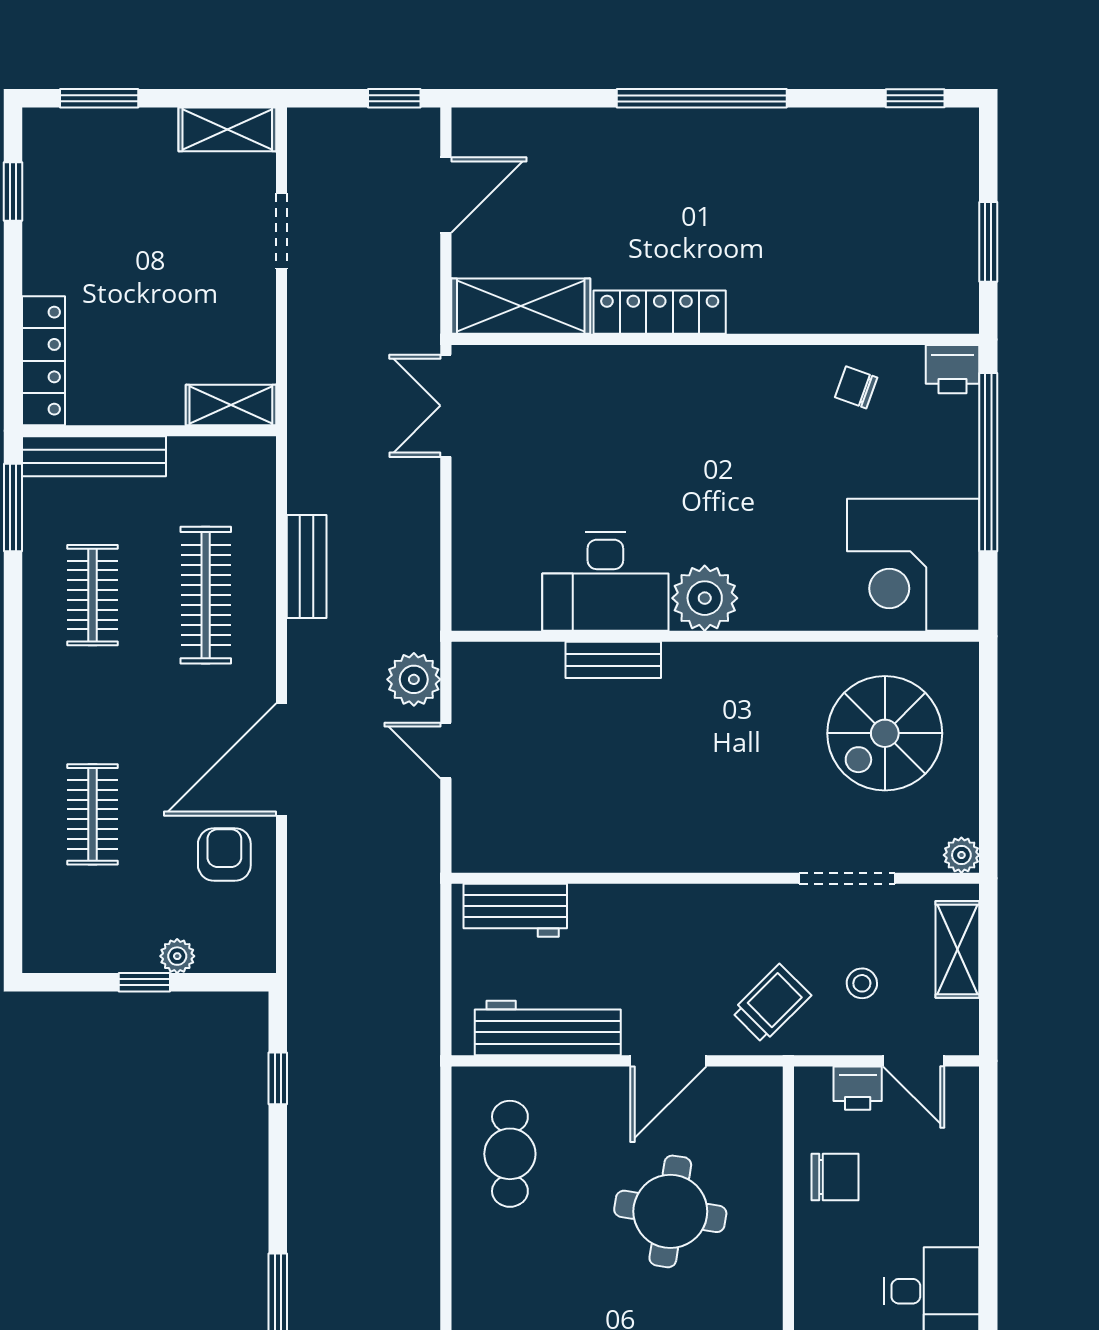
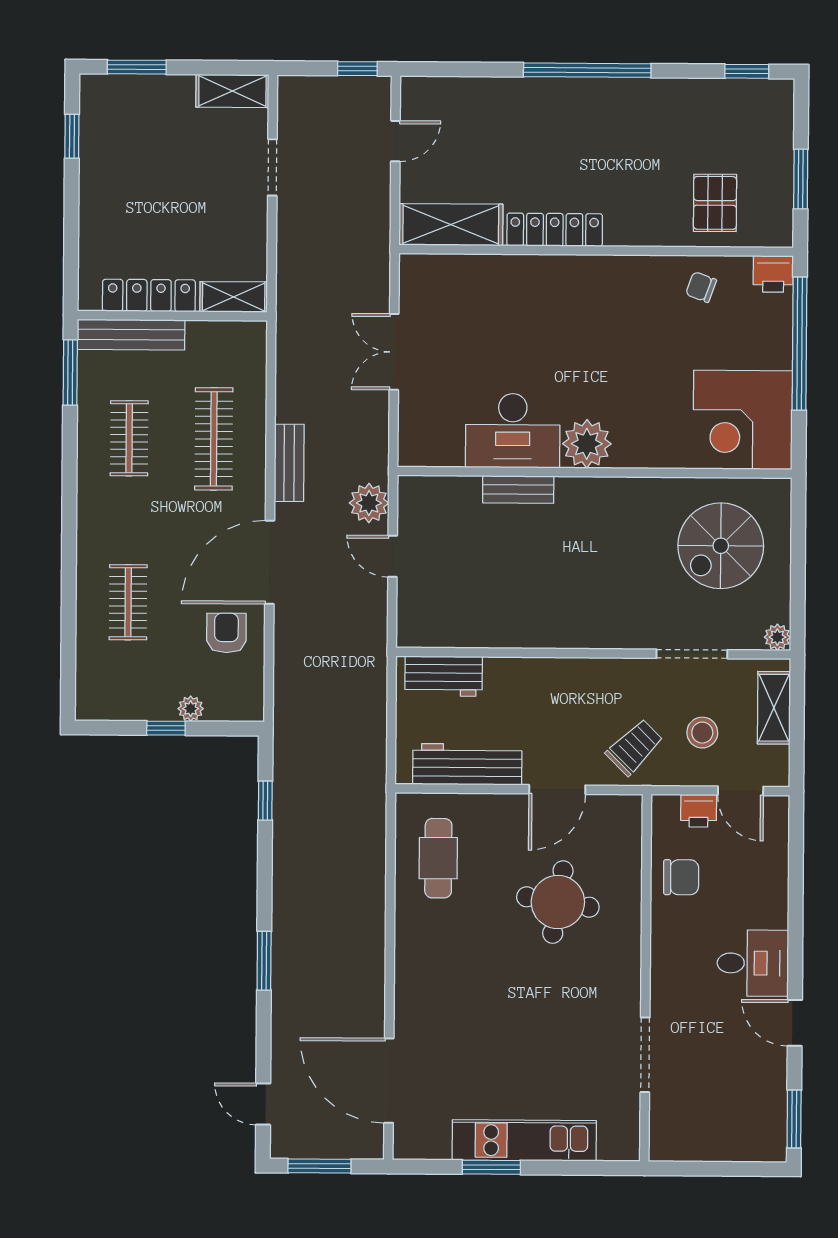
door: (446, 195) -> (395, 141), width x0.73
pallet: (874, 275) -> (715, 203), added
locker: (44, 361) -> (149, 296), moved, turned -90
double door: (446, 406) -> (394, 352), moved
bench: (307, 566) -> (289, 463), moved
stool: (862, 983) -> (702, 733), width x1.37, depth x1.37

